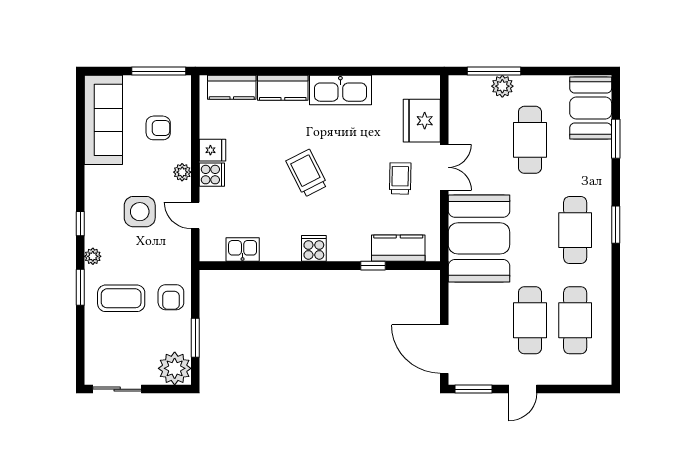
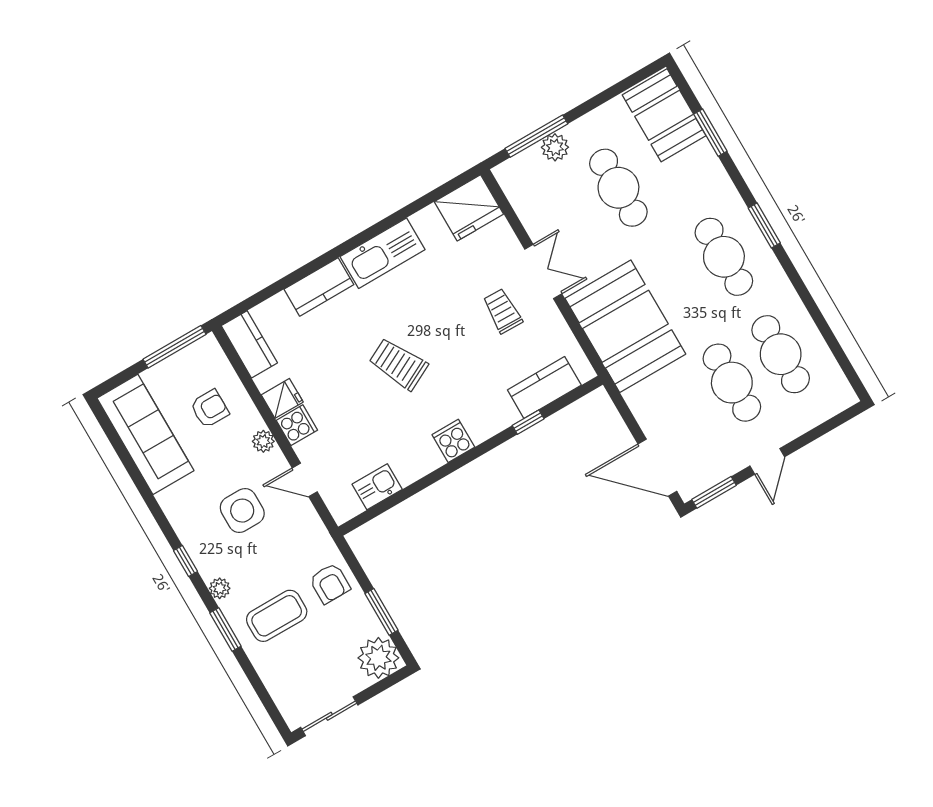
kitchen counter: (232, 87) -> (249, 344), moved, turned -90
fridge: (422, 121) -> (469, 208), moved, turned -90

